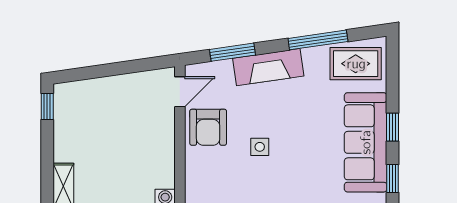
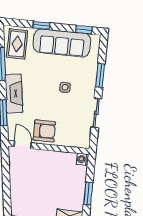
window: (393, 127) -> (41, 25), moved
side table: (260, 147) -> (65, 87), moved

